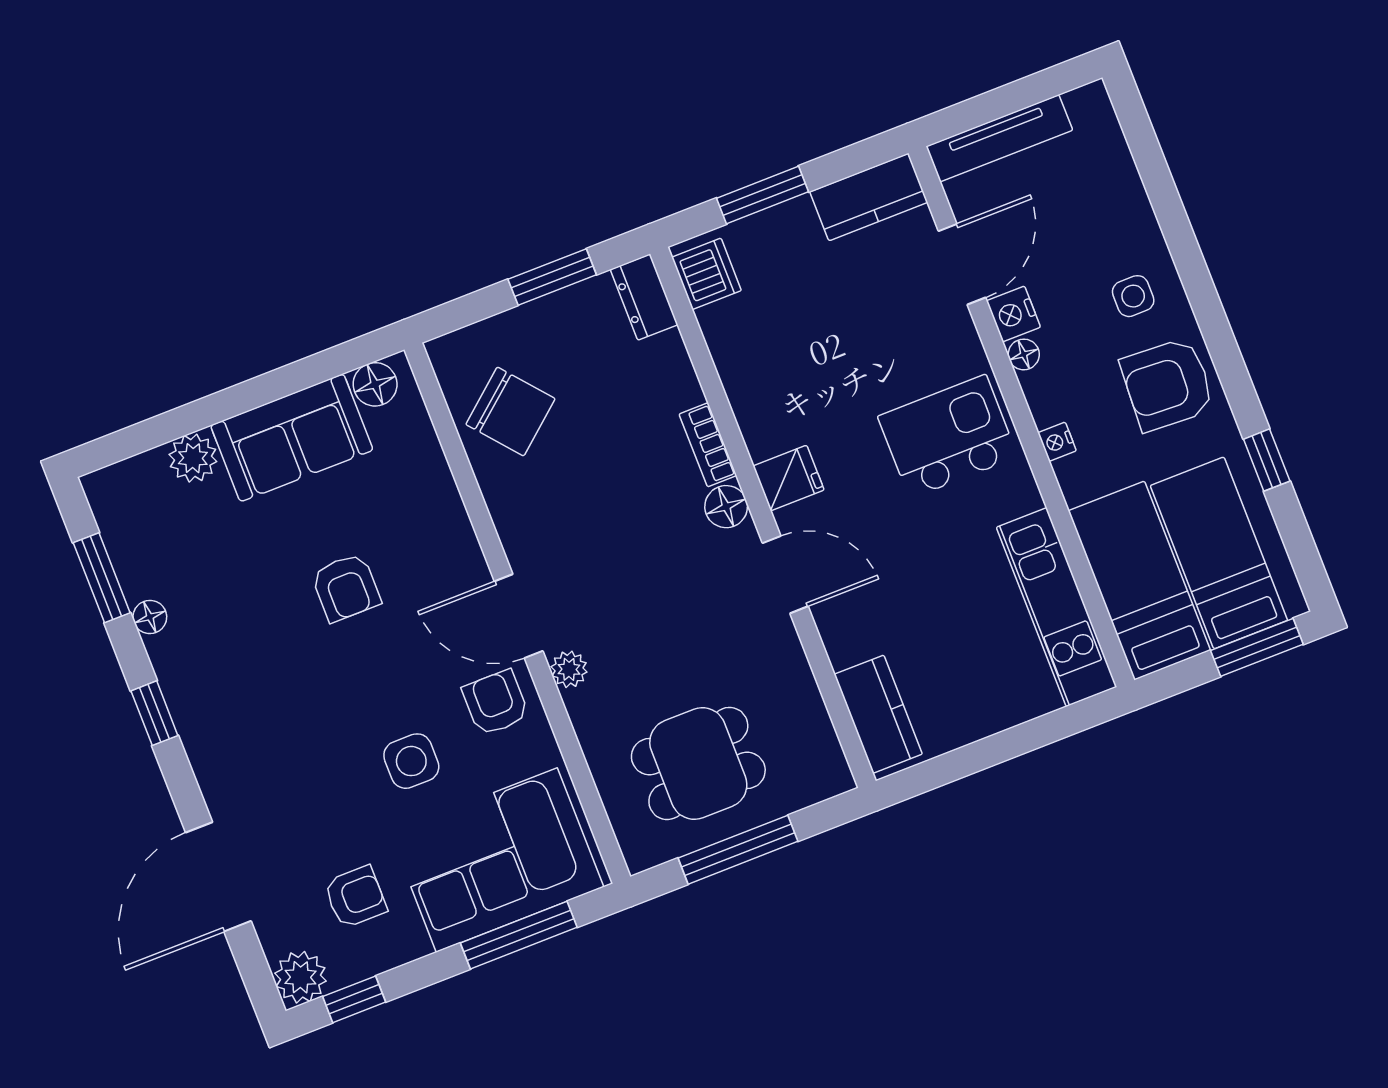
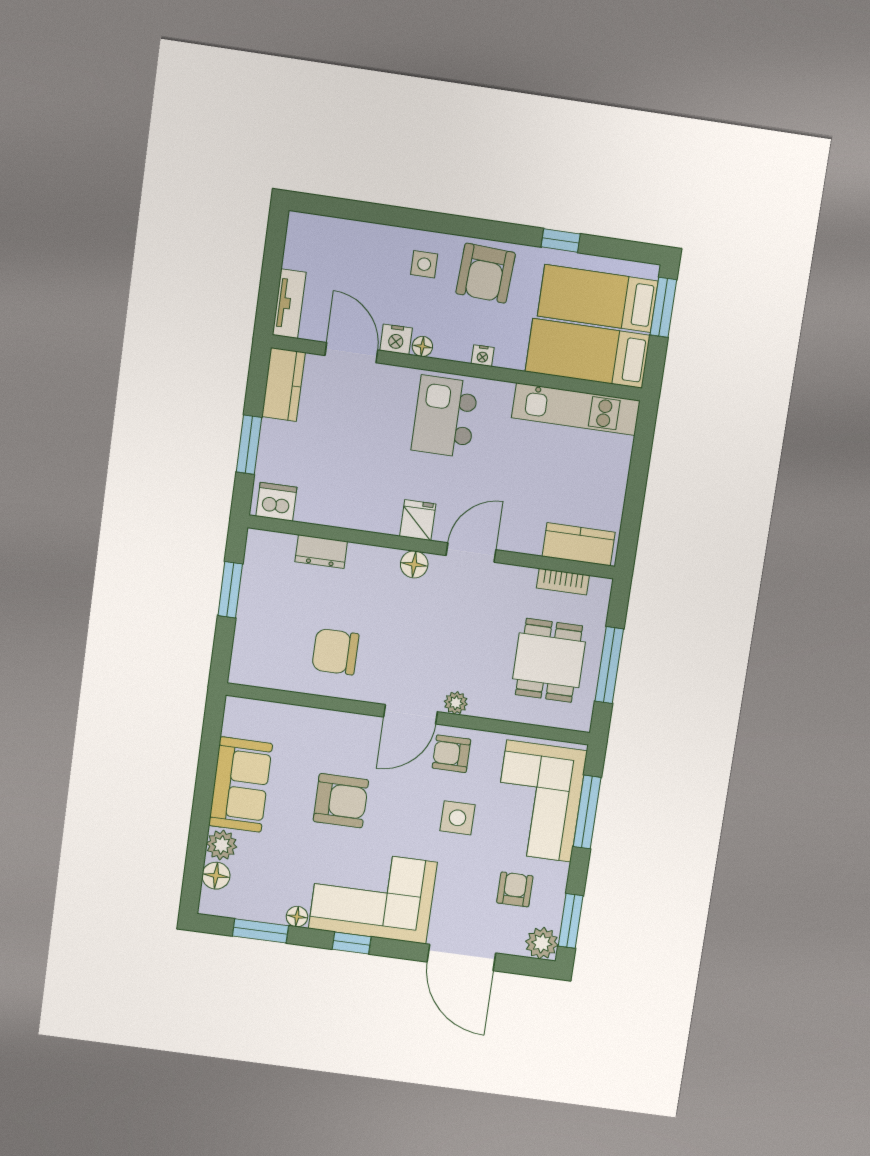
tv unit: (999, 138) -> (289, 304), width x0.71
dresser: (644, 297) -> (321, 552), moved
floor lamp: (375, 384) -> (216, 876), moved
chair: (510, 412) -> (335, 652), moved, turned -140
bookcase: (708, 445) -> (563, 582), moved
armchair: (346, 587) -> (341, 801), width x1.38, depth x1.38
corner sofa: (238, 705) -> (373, 895), added
window: (354, 999) -> (571, 921), width x1.50

